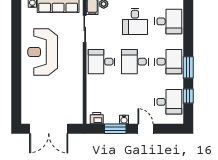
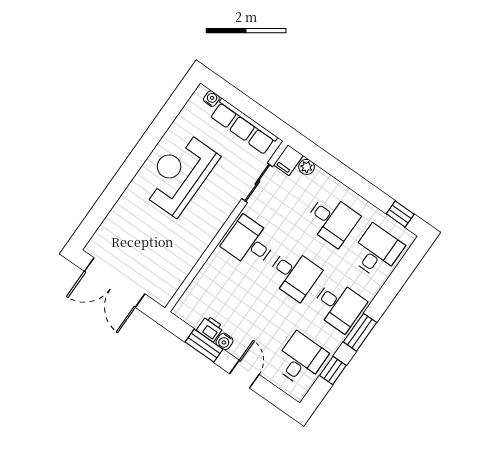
desk: (135, 21) -> (332, 220), turned -90
desk: (168, 21) -> (377, 252), turned -90
desk: (135, 62) -> (294, 274), turned 180
desk: (168, 102) -> (301, 360), turned -90
printer: (97, 118) -> (210, 329), moved

